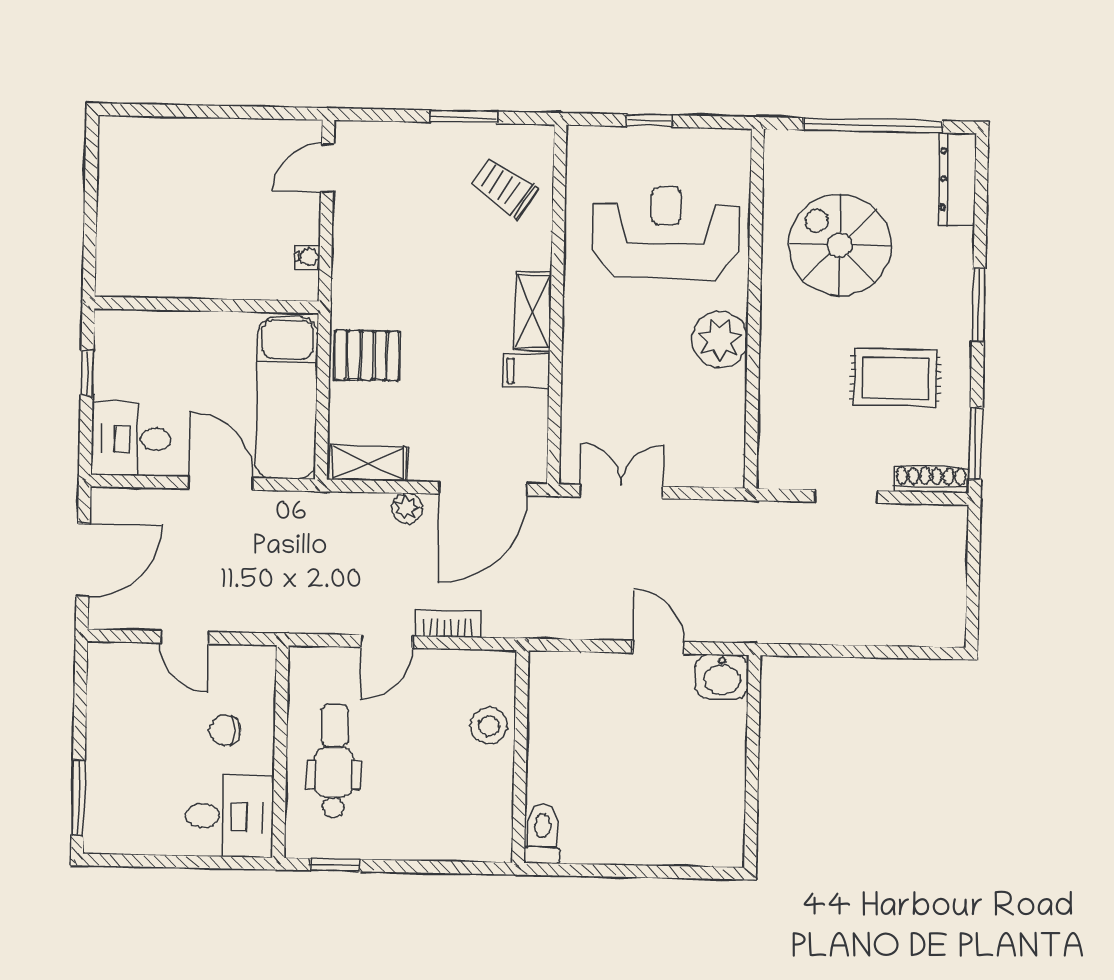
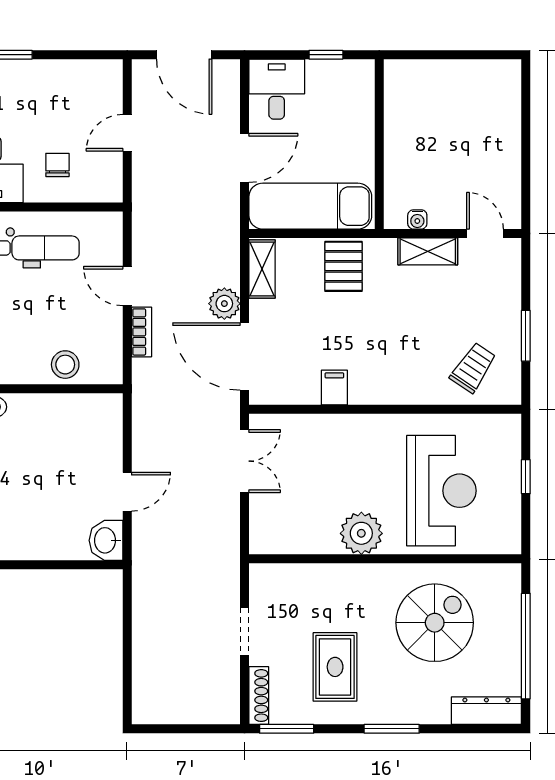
shelving: (533, 311) -> (428, 251), moved
plant: (407, 508) -> (224, 304), width x1.38, depth x1.38

